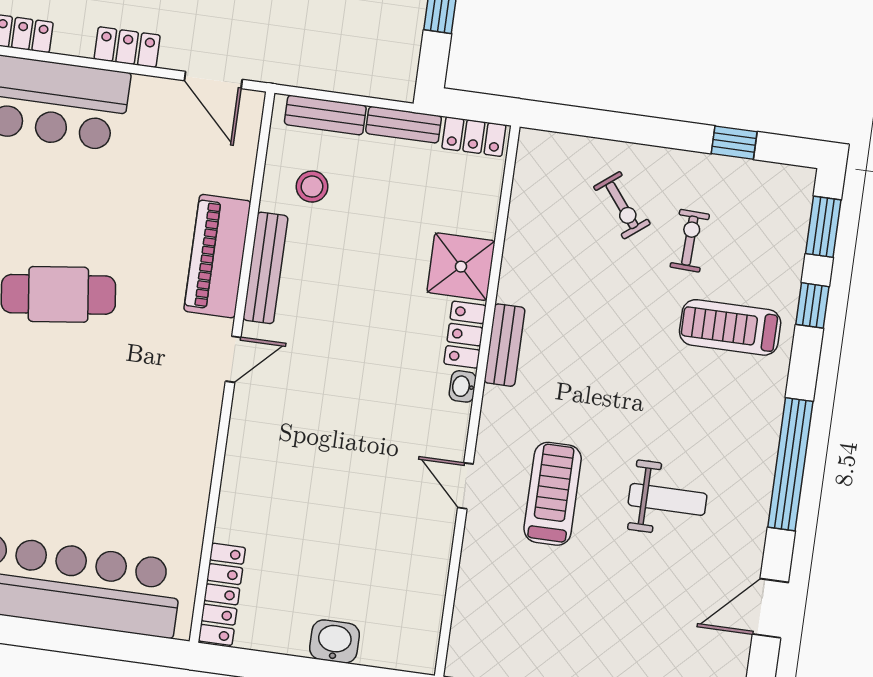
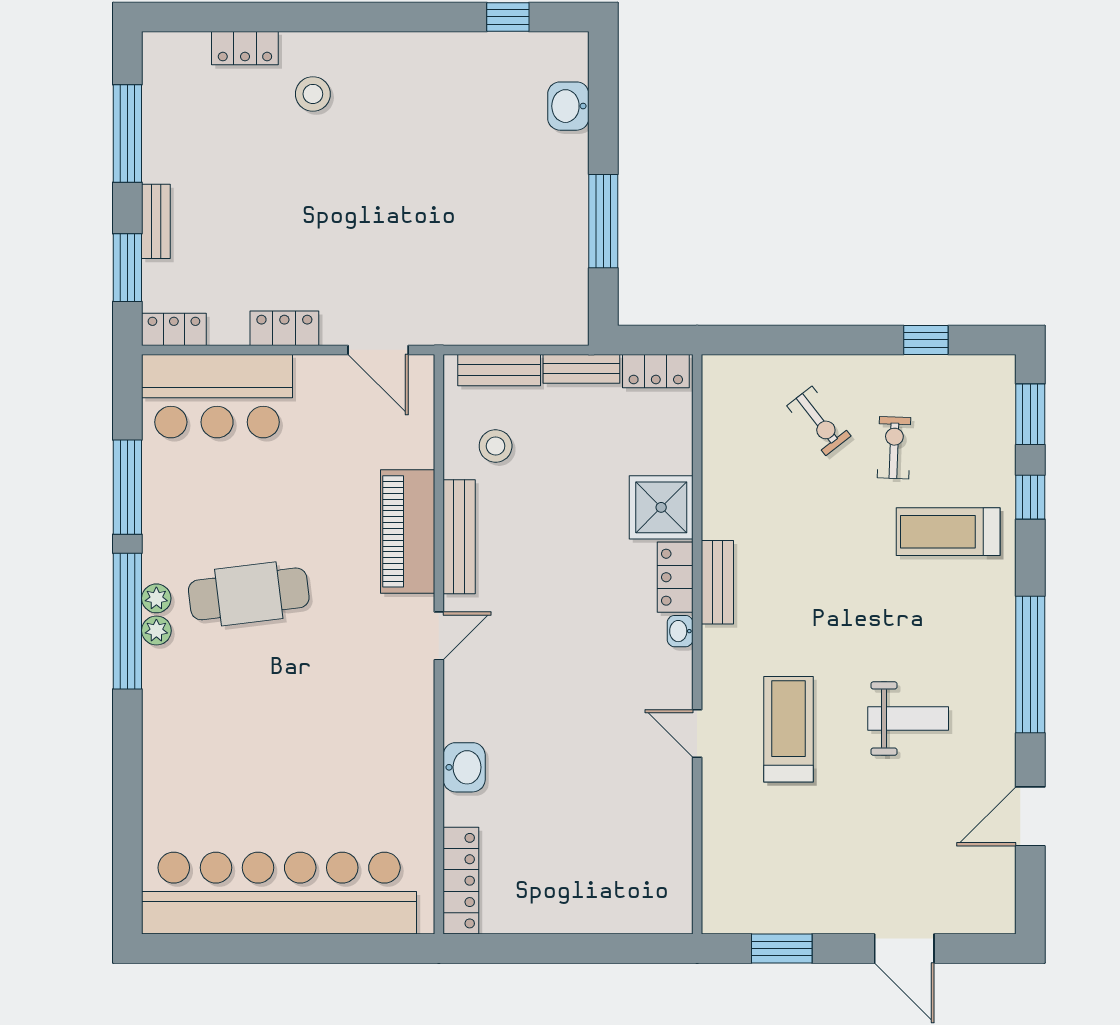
washbasin: (335, 641) -> (464, 767), moved, turned 90

